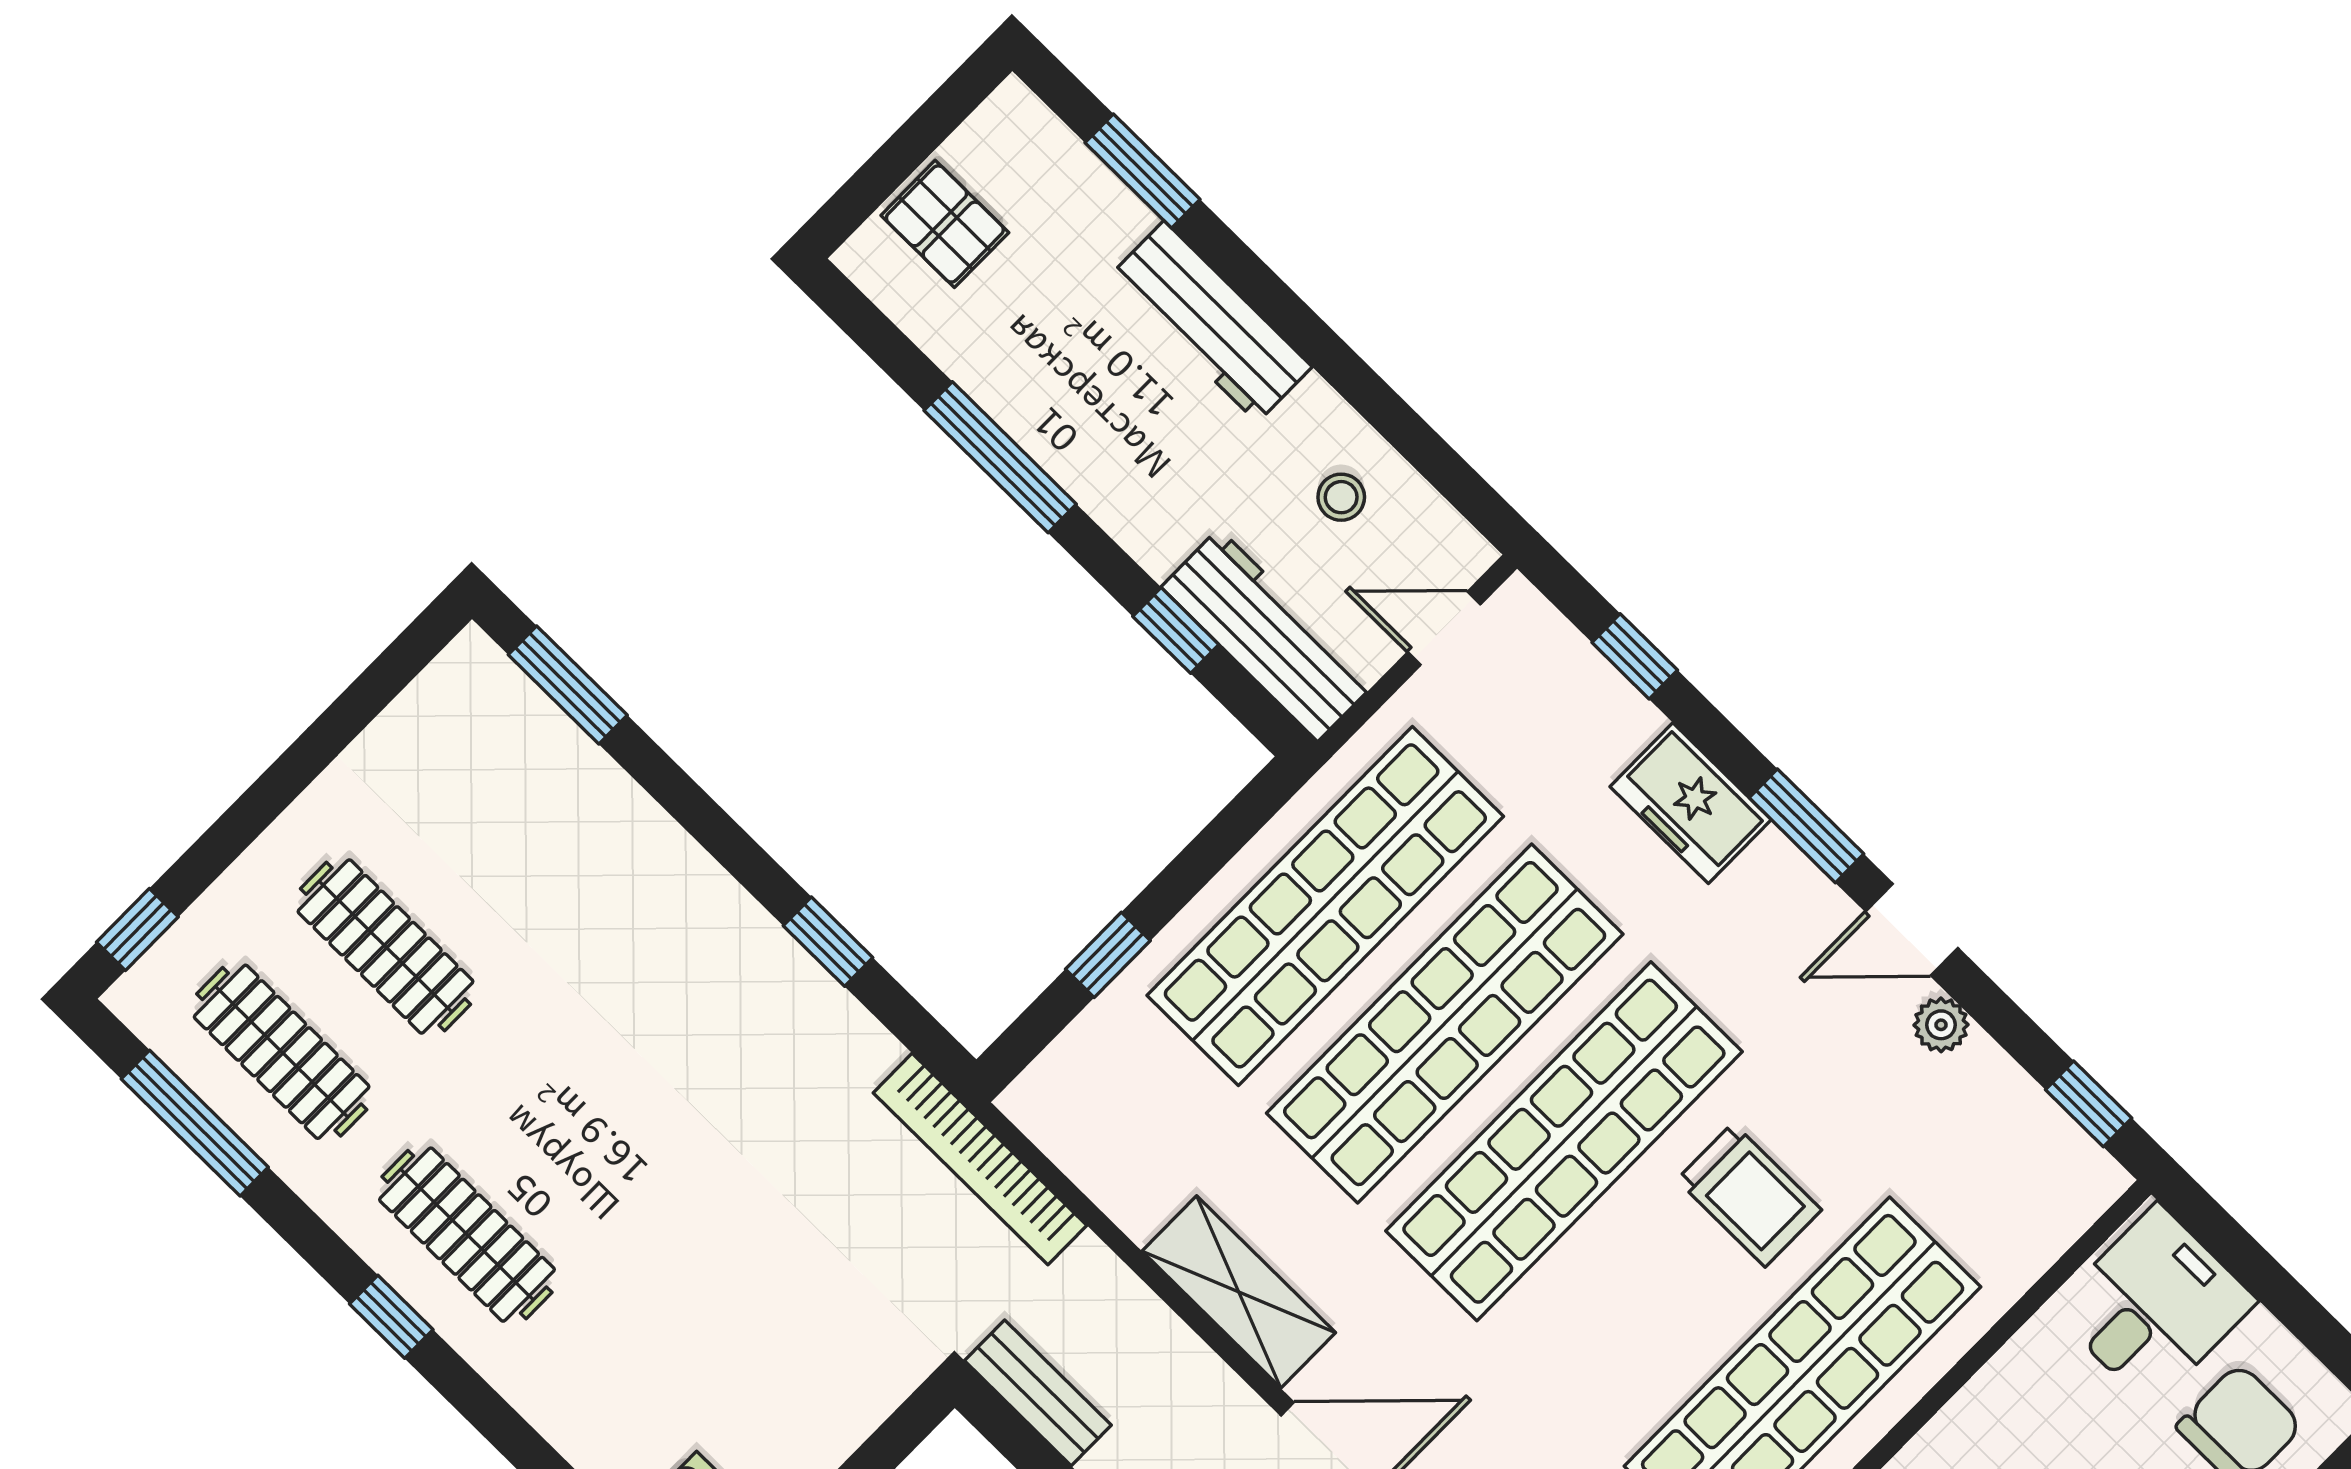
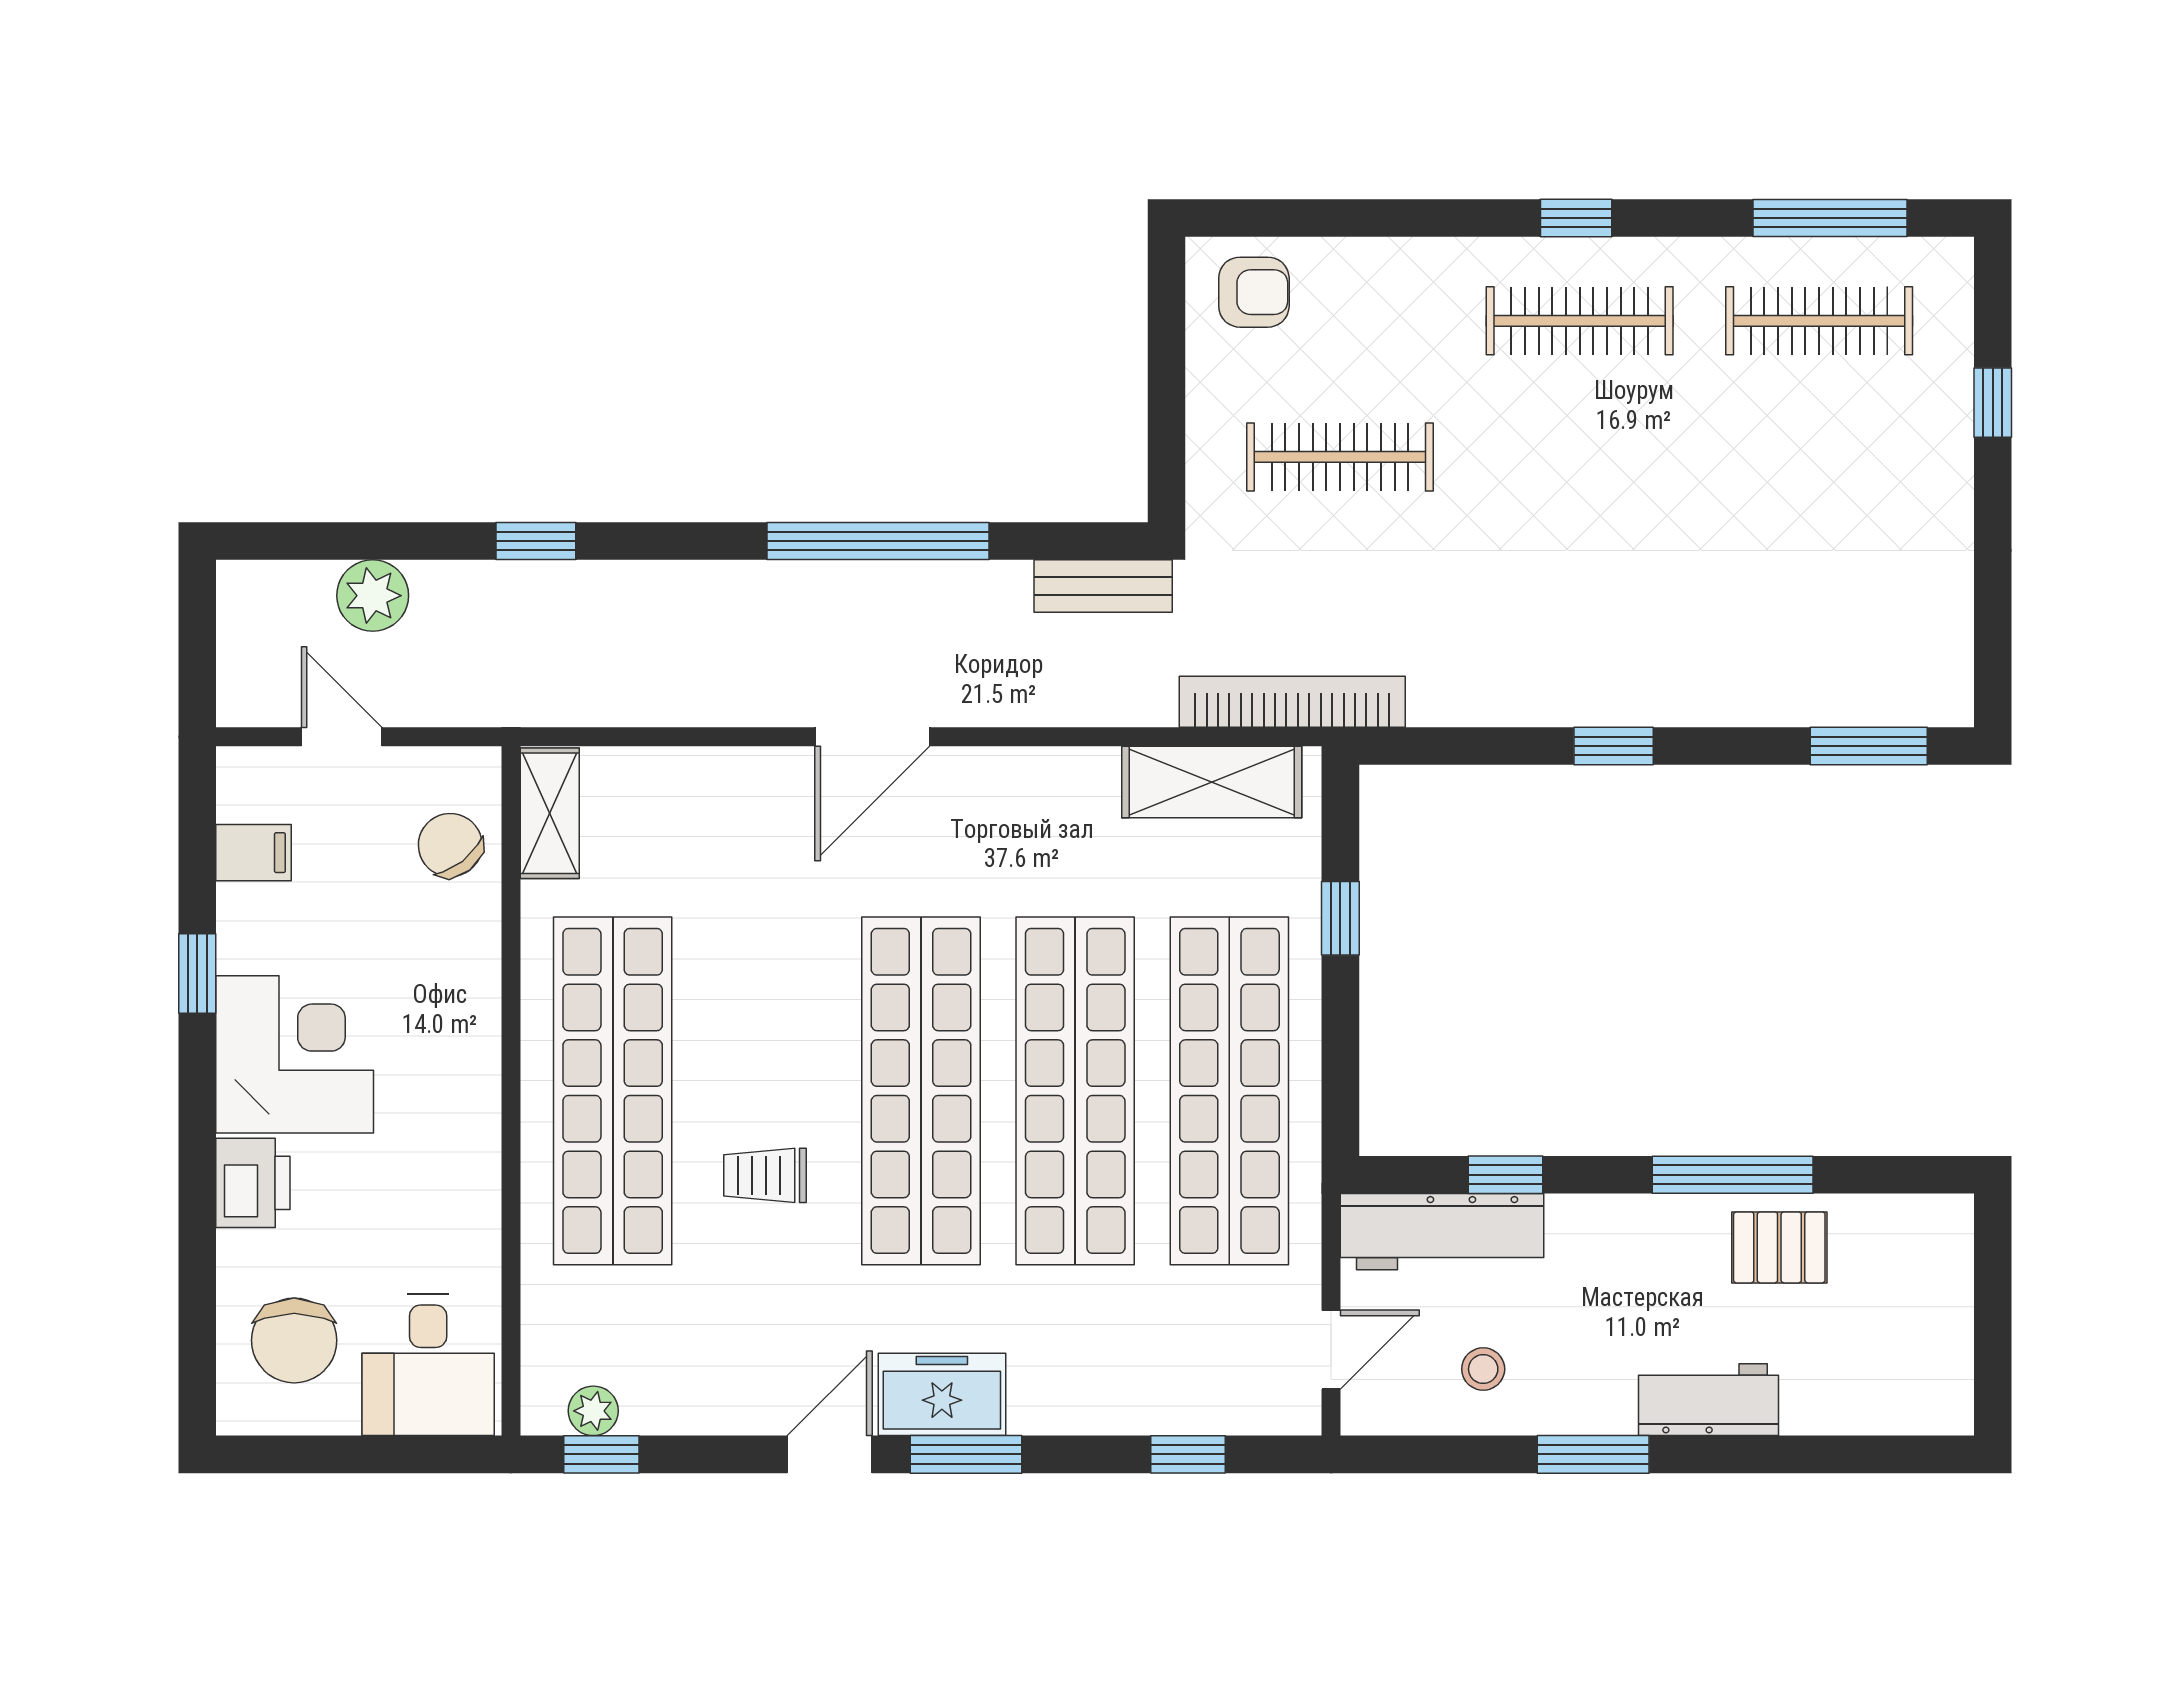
window: (1142, 171) -> (1593, 1454), moved
pallet: (945, 224) -> (1779, 1247), moved
workbench: (1211, 322) -> (1708, 1400), width x0.73
freezer: (1691, 803) -> (942, 1394), moved
window: (137, 930) -> (1993, 403), moved
window: (828, 942) -> (1614, 746), moved
clothes rail: (385, 946) -> (1340, 457), moved
plant: (1941, 1025) -> (593, 1411), moved
trolley: (1749, 1195) -> (765, 1175), width x0.73, depth x0.72
shelving: (1239, 1292) -> (1212, 782), moved

